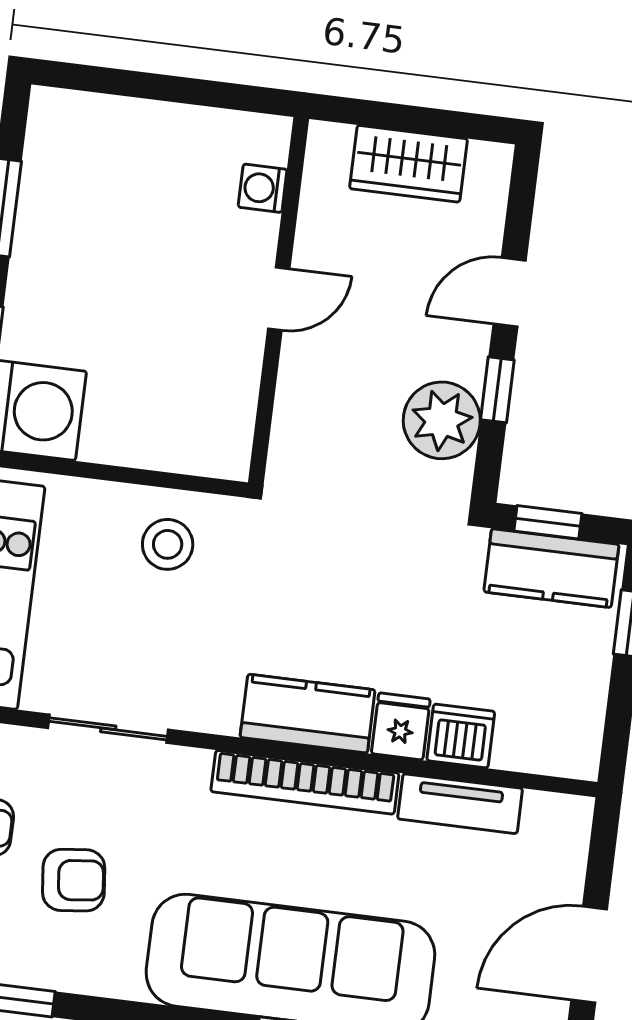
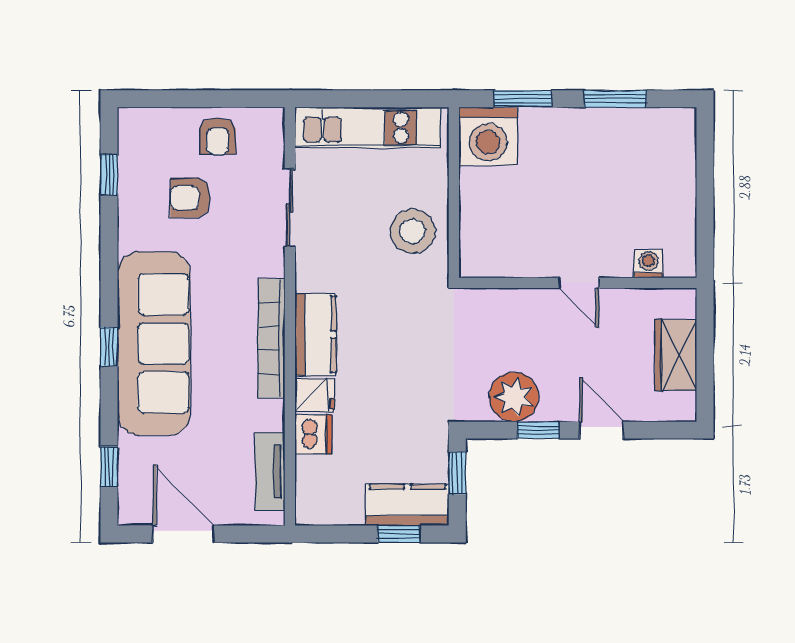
stool: (168, 544) -> (413, 231), width x1.38, depth x1.38
kitchen counter: (551, 568) -> (407, 505), moved, turned 90
tv unit: (460, 804) -> (270, 471), moved
armchair: (74, 880) -> (190, 198), turned 96

